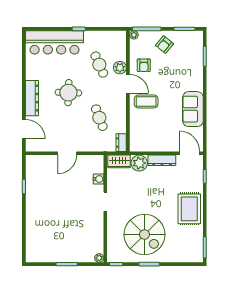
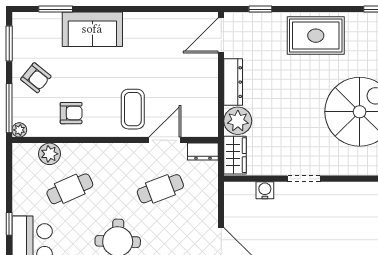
plant: (120, 68) -> (50, 154), moved
door: (128, 84) -> (165, 140), moved
sofa: (193, 109) -> (92, 29), moved

